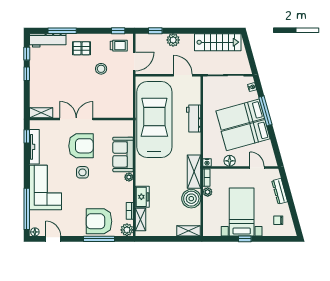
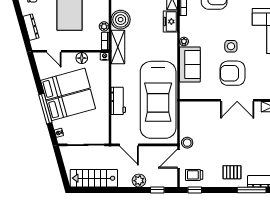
stool: (101, 69) -> (187, 143), moved

